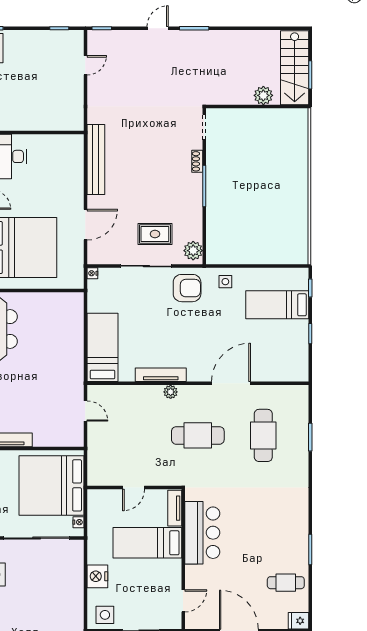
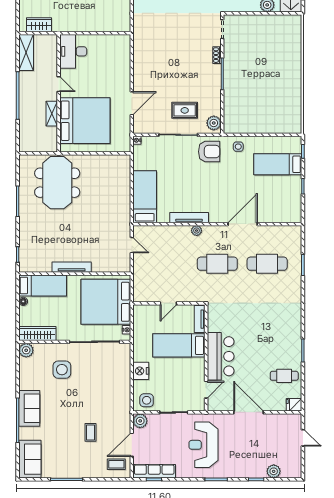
bench: (96, 160) -> (140, 54), removed
cafe table: (263, 435) -> (267, 264), turned 90
bar counter: (202, 533) -> (221, 356), moved

